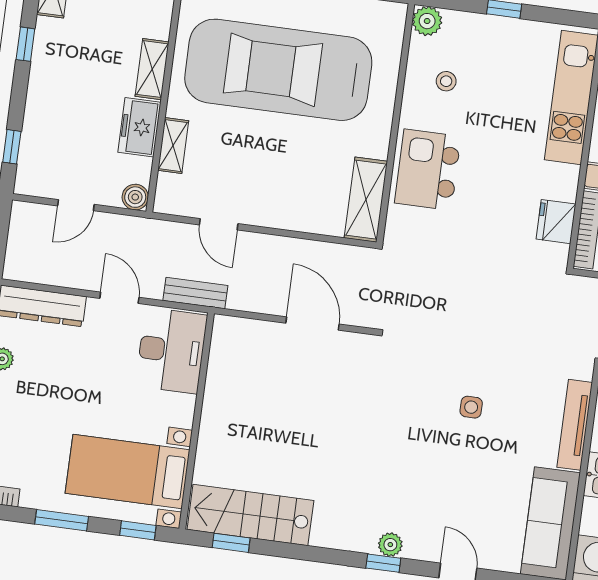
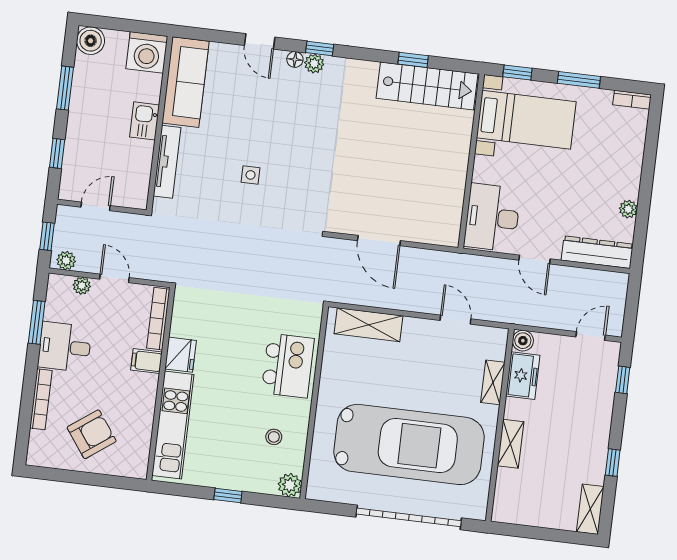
freezer: (139, 127) -> (523, 376), moved
shelving: (366, 200) -> (368, 325), moved, turned 90
door: (76, 205) -> (591, 336), moved
fridge: (556, 222) -> (181, 355), moved
bench: (195, 293) -> (473, 264), removed
window: (231, 543) -> (413, 60), moved
floor lamp: (414, 550) -> (295, 59), added

